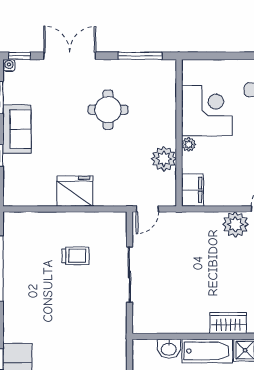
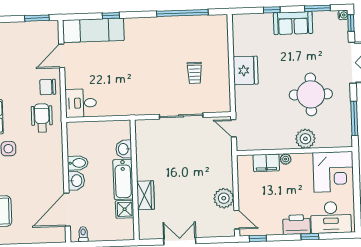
round table: (108, 110) -> (311, 94), width x1.36, depth x1.36
corner desk: (207, 111) -> (333, 172), moved
plant: (164, 159) -> (305, 139), moved
filing cabinet: (193, 190) -> (266, 163), moved

